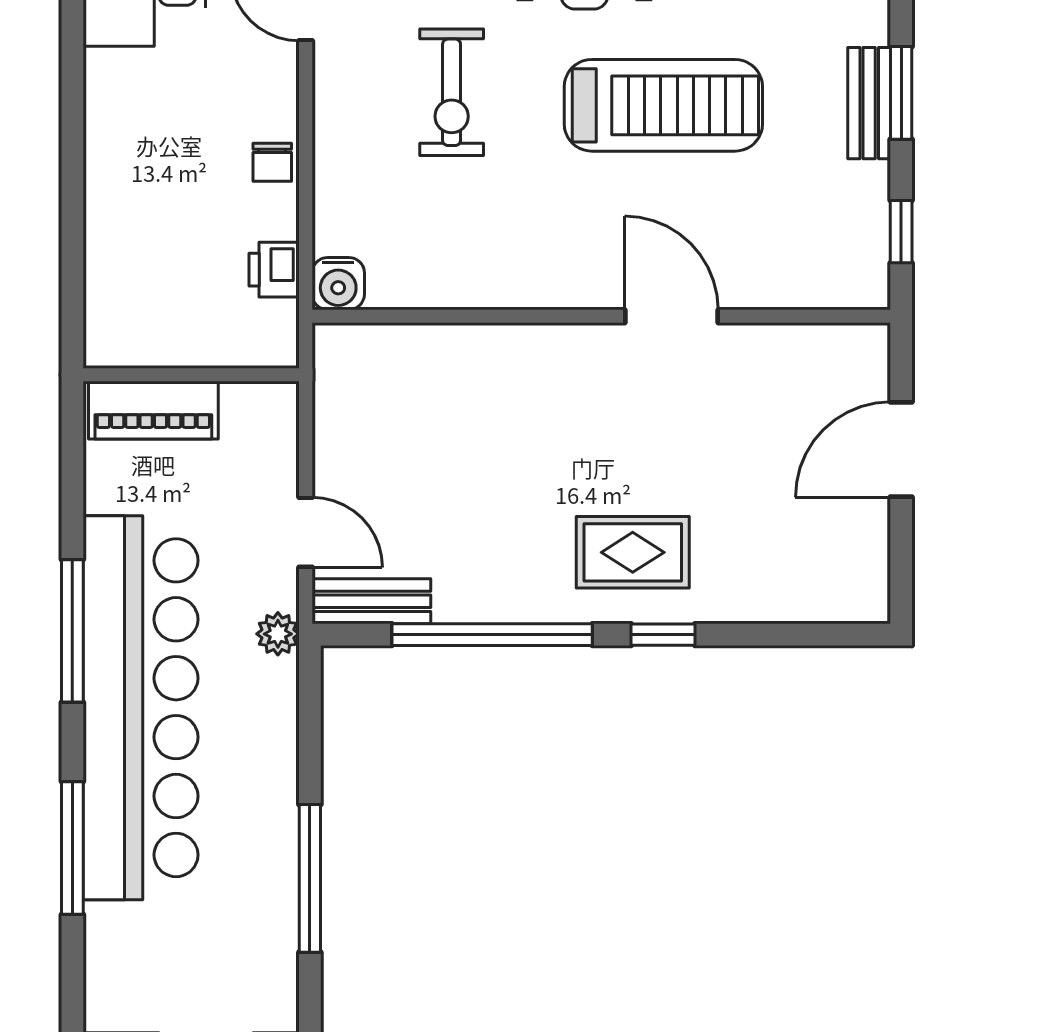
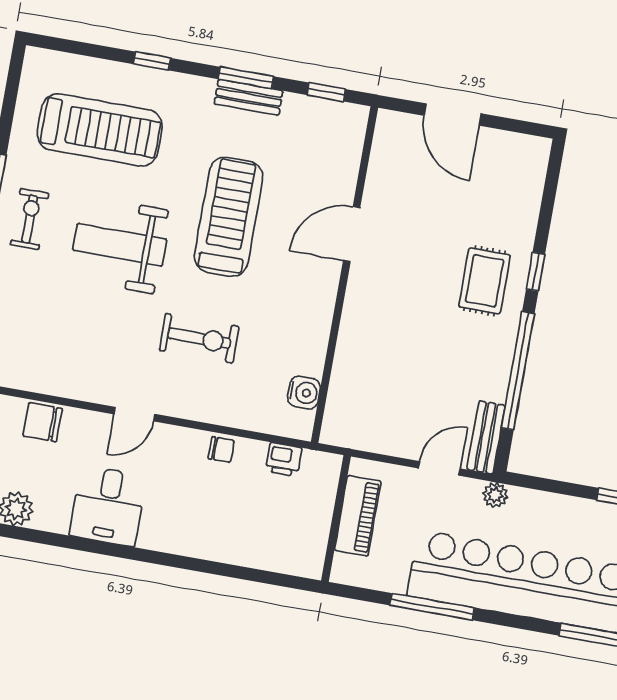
water cooler: (338, 284) -> (304, 393), moved
piano: (153, 410) -> (358, 516), moved
window: (72, 631) -> (432, 607), moved

